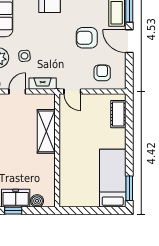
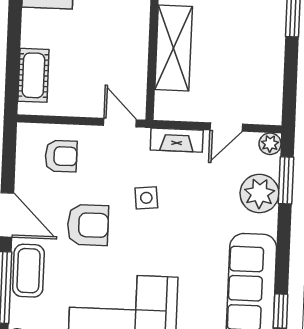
side table: (24, 56) -> (146, 198), moved
armchair: (102, 73) -> (61, 156), turned -90

